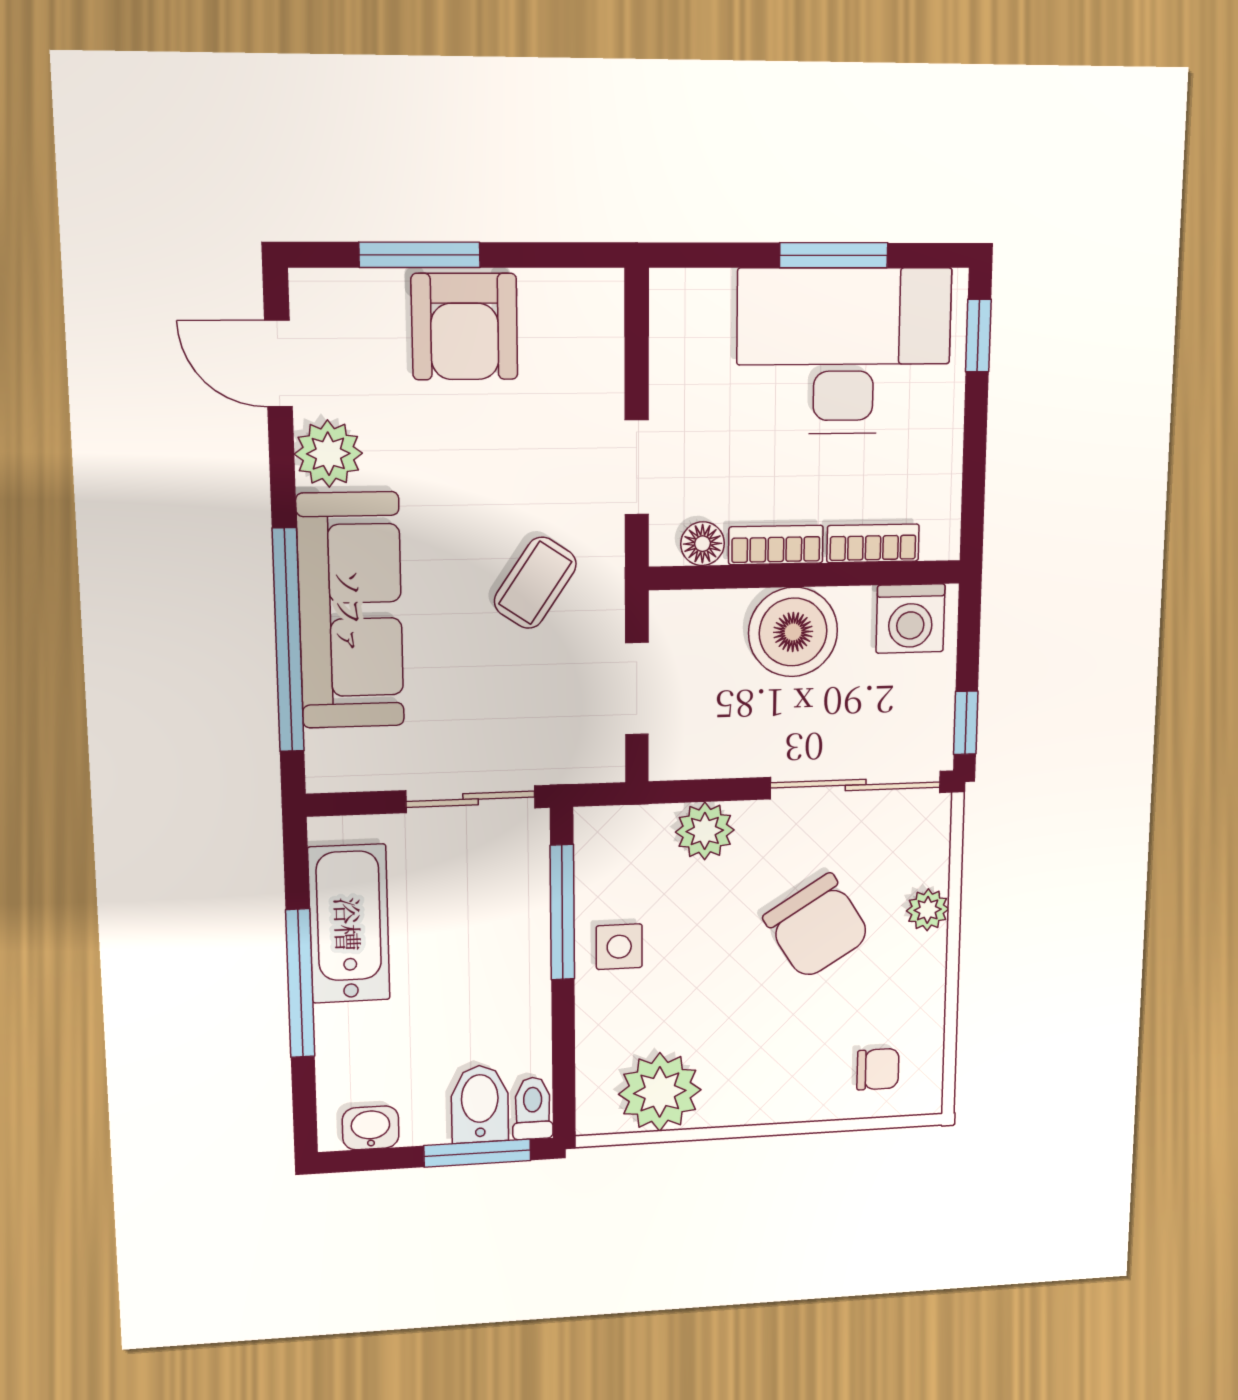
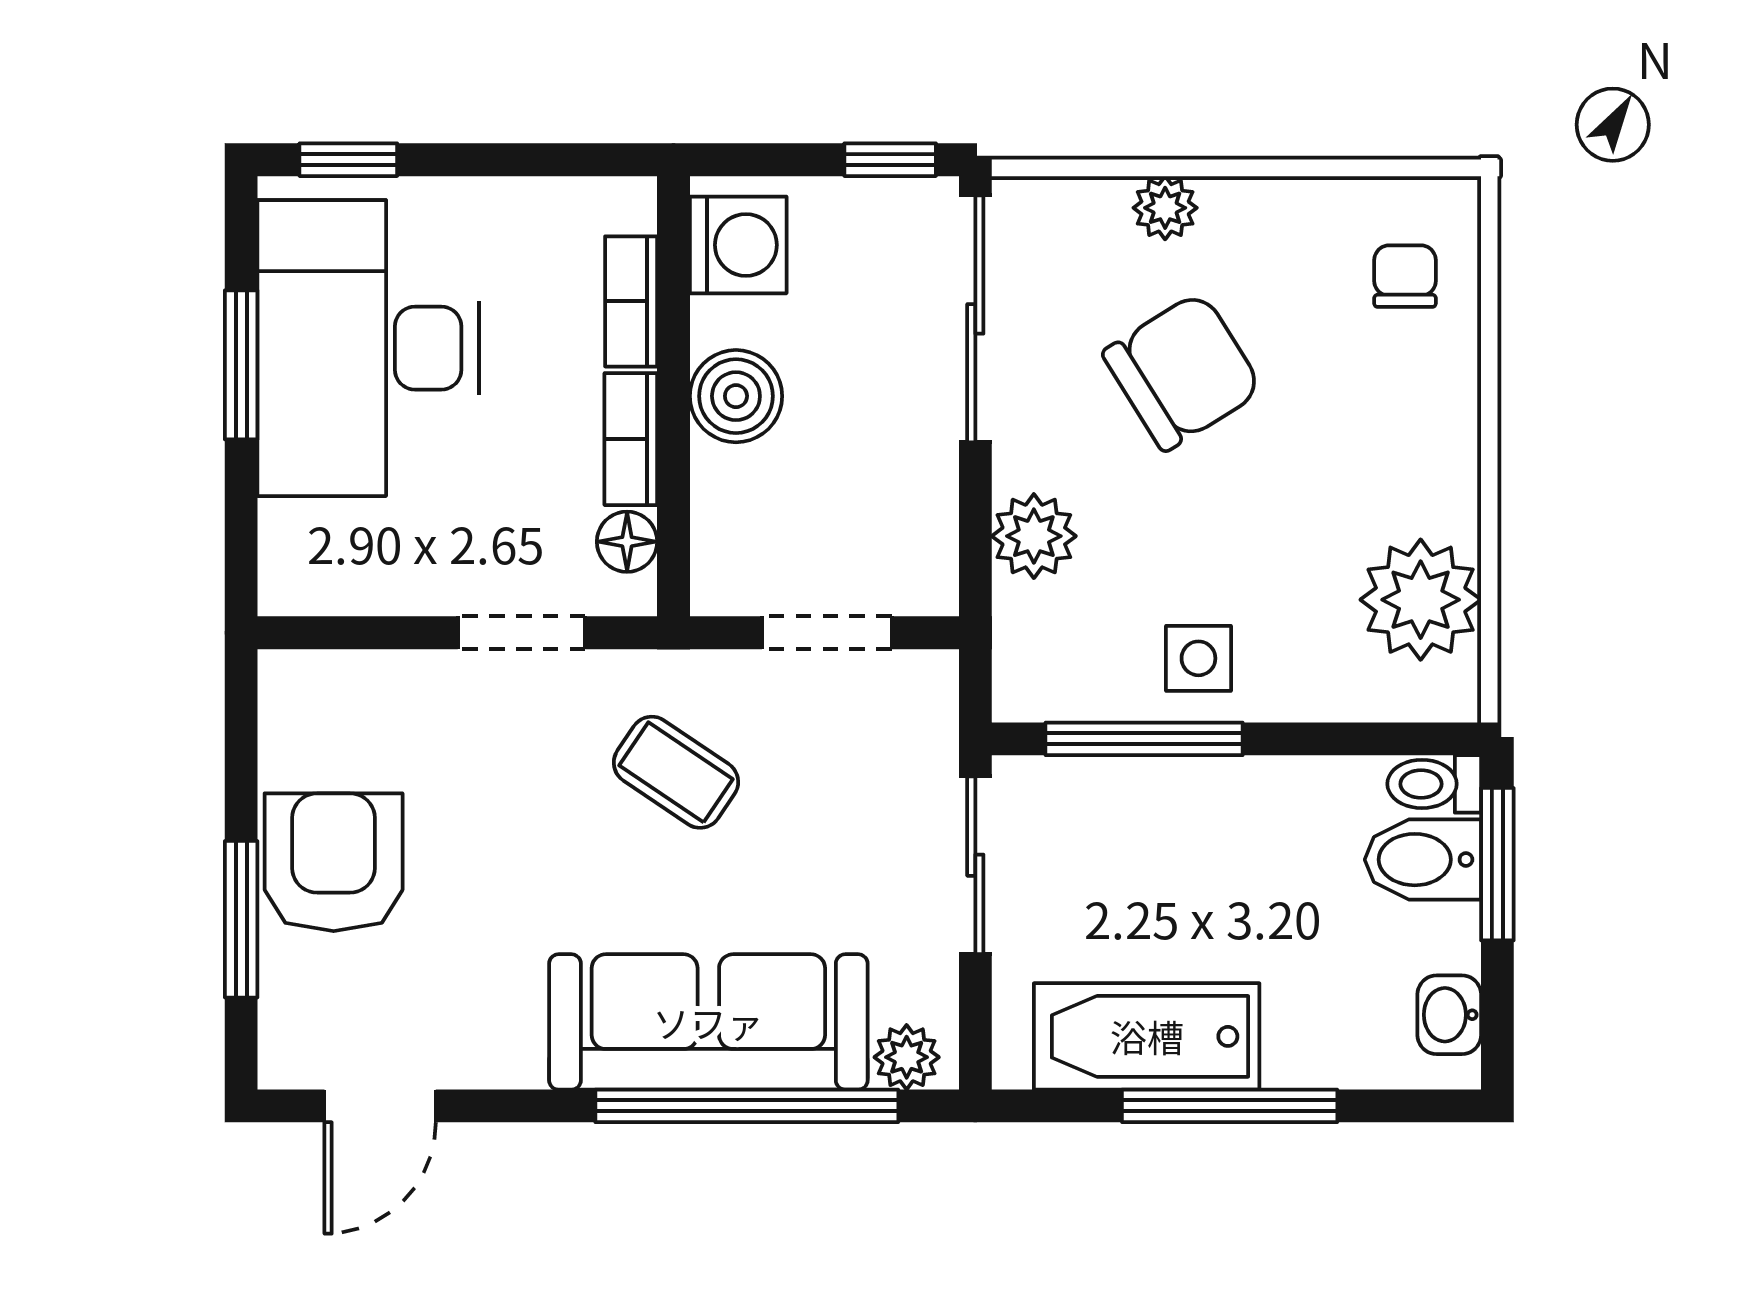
armchair: (465, 327) -> (334, 862), turned -90
plant: (328, 454) -> (907, 1057), moved, width x0.73, depth x0.73
boiler: (793, 632) -> (736, 396), width x0.73, depth x0.73

